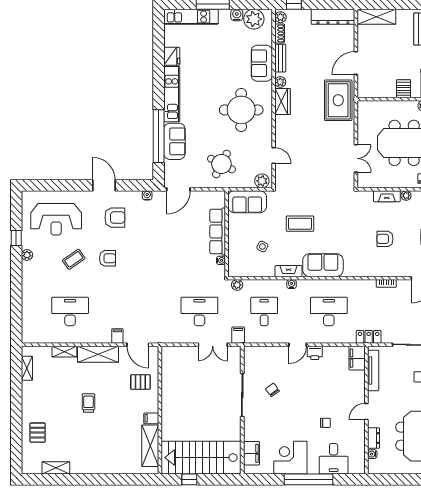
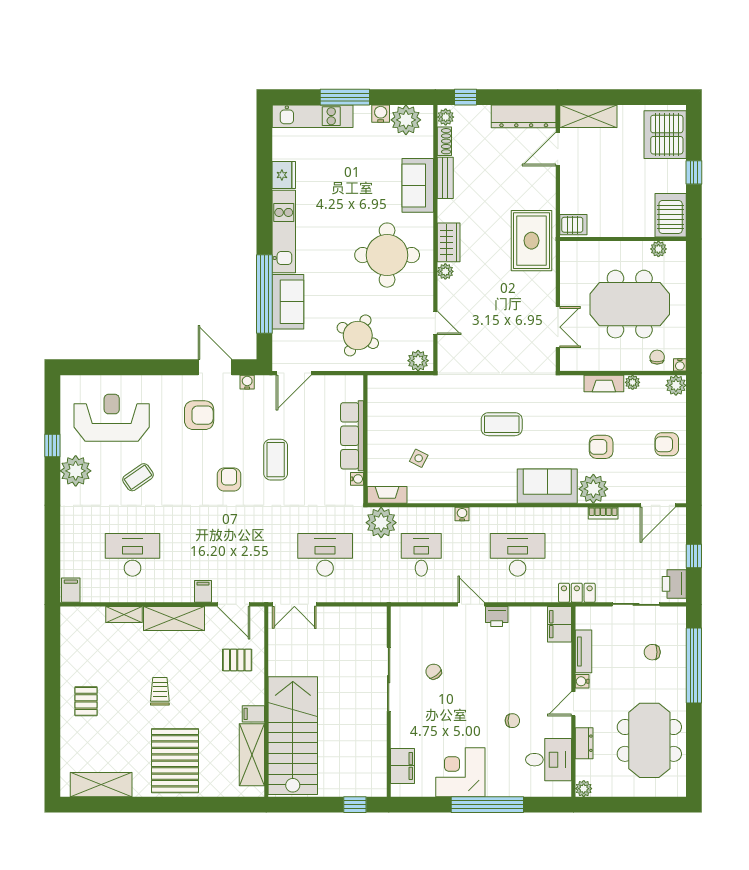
door: (356, 63) -> (558, 149), moved
plant: (280, 82) -> (445, 271), moved
server rack: (404, 89) -> (573, 225), moved, turned 90
door: (104, 185) -> (215, 367), moved
sofa: (247, 202) -> (396, 392), removed
reception desk: (56, 219) -> (112, 418), turned 180
coffee table: (300, 224) -> (502, 424), moved
coffee table: (166, 247) -> (276, 460), added
plant: (27, 255) -> (76, 471), width x1.88, depth x1.88
armchair: (108, 258) -> (229, 479), moved, turned -90
sofa: (323, 265) -> (547, 486), moved
plant: (380, 267) -> (593, 489), added
fireplace: (289, 271) -> (387, 495), moved
plant: (237, 285) -> (381, 523), width x1.87, depth x1.87
filing cabinet: (238, 335) -> (71, 590), moved
double door: (213, 345) -> (294, 604), moved
door: (298, 345) -> (471, 604), swing flipped
shelving: (27, 368) -> (68, 640), removed
tv unit: (373, 370) -> (584, 651), width x0.71
pallet: (38, 433) -> (86, 701), moved
pallet: (99, 450) -> (175, 761), added
water cooler: (372, 454) -> (582, 681), moved
stairs: (201, 458) -> (293, 736), moved, turned 90
desk: (334, 459) -> (549, 760), moved, turned -90
shelving: (56, 468) -> (101, 785), width x1.50, depth x1.33
plant: (373, 468) -> (584, 789), added
window: (189, 479) -> (355, 805), moved

